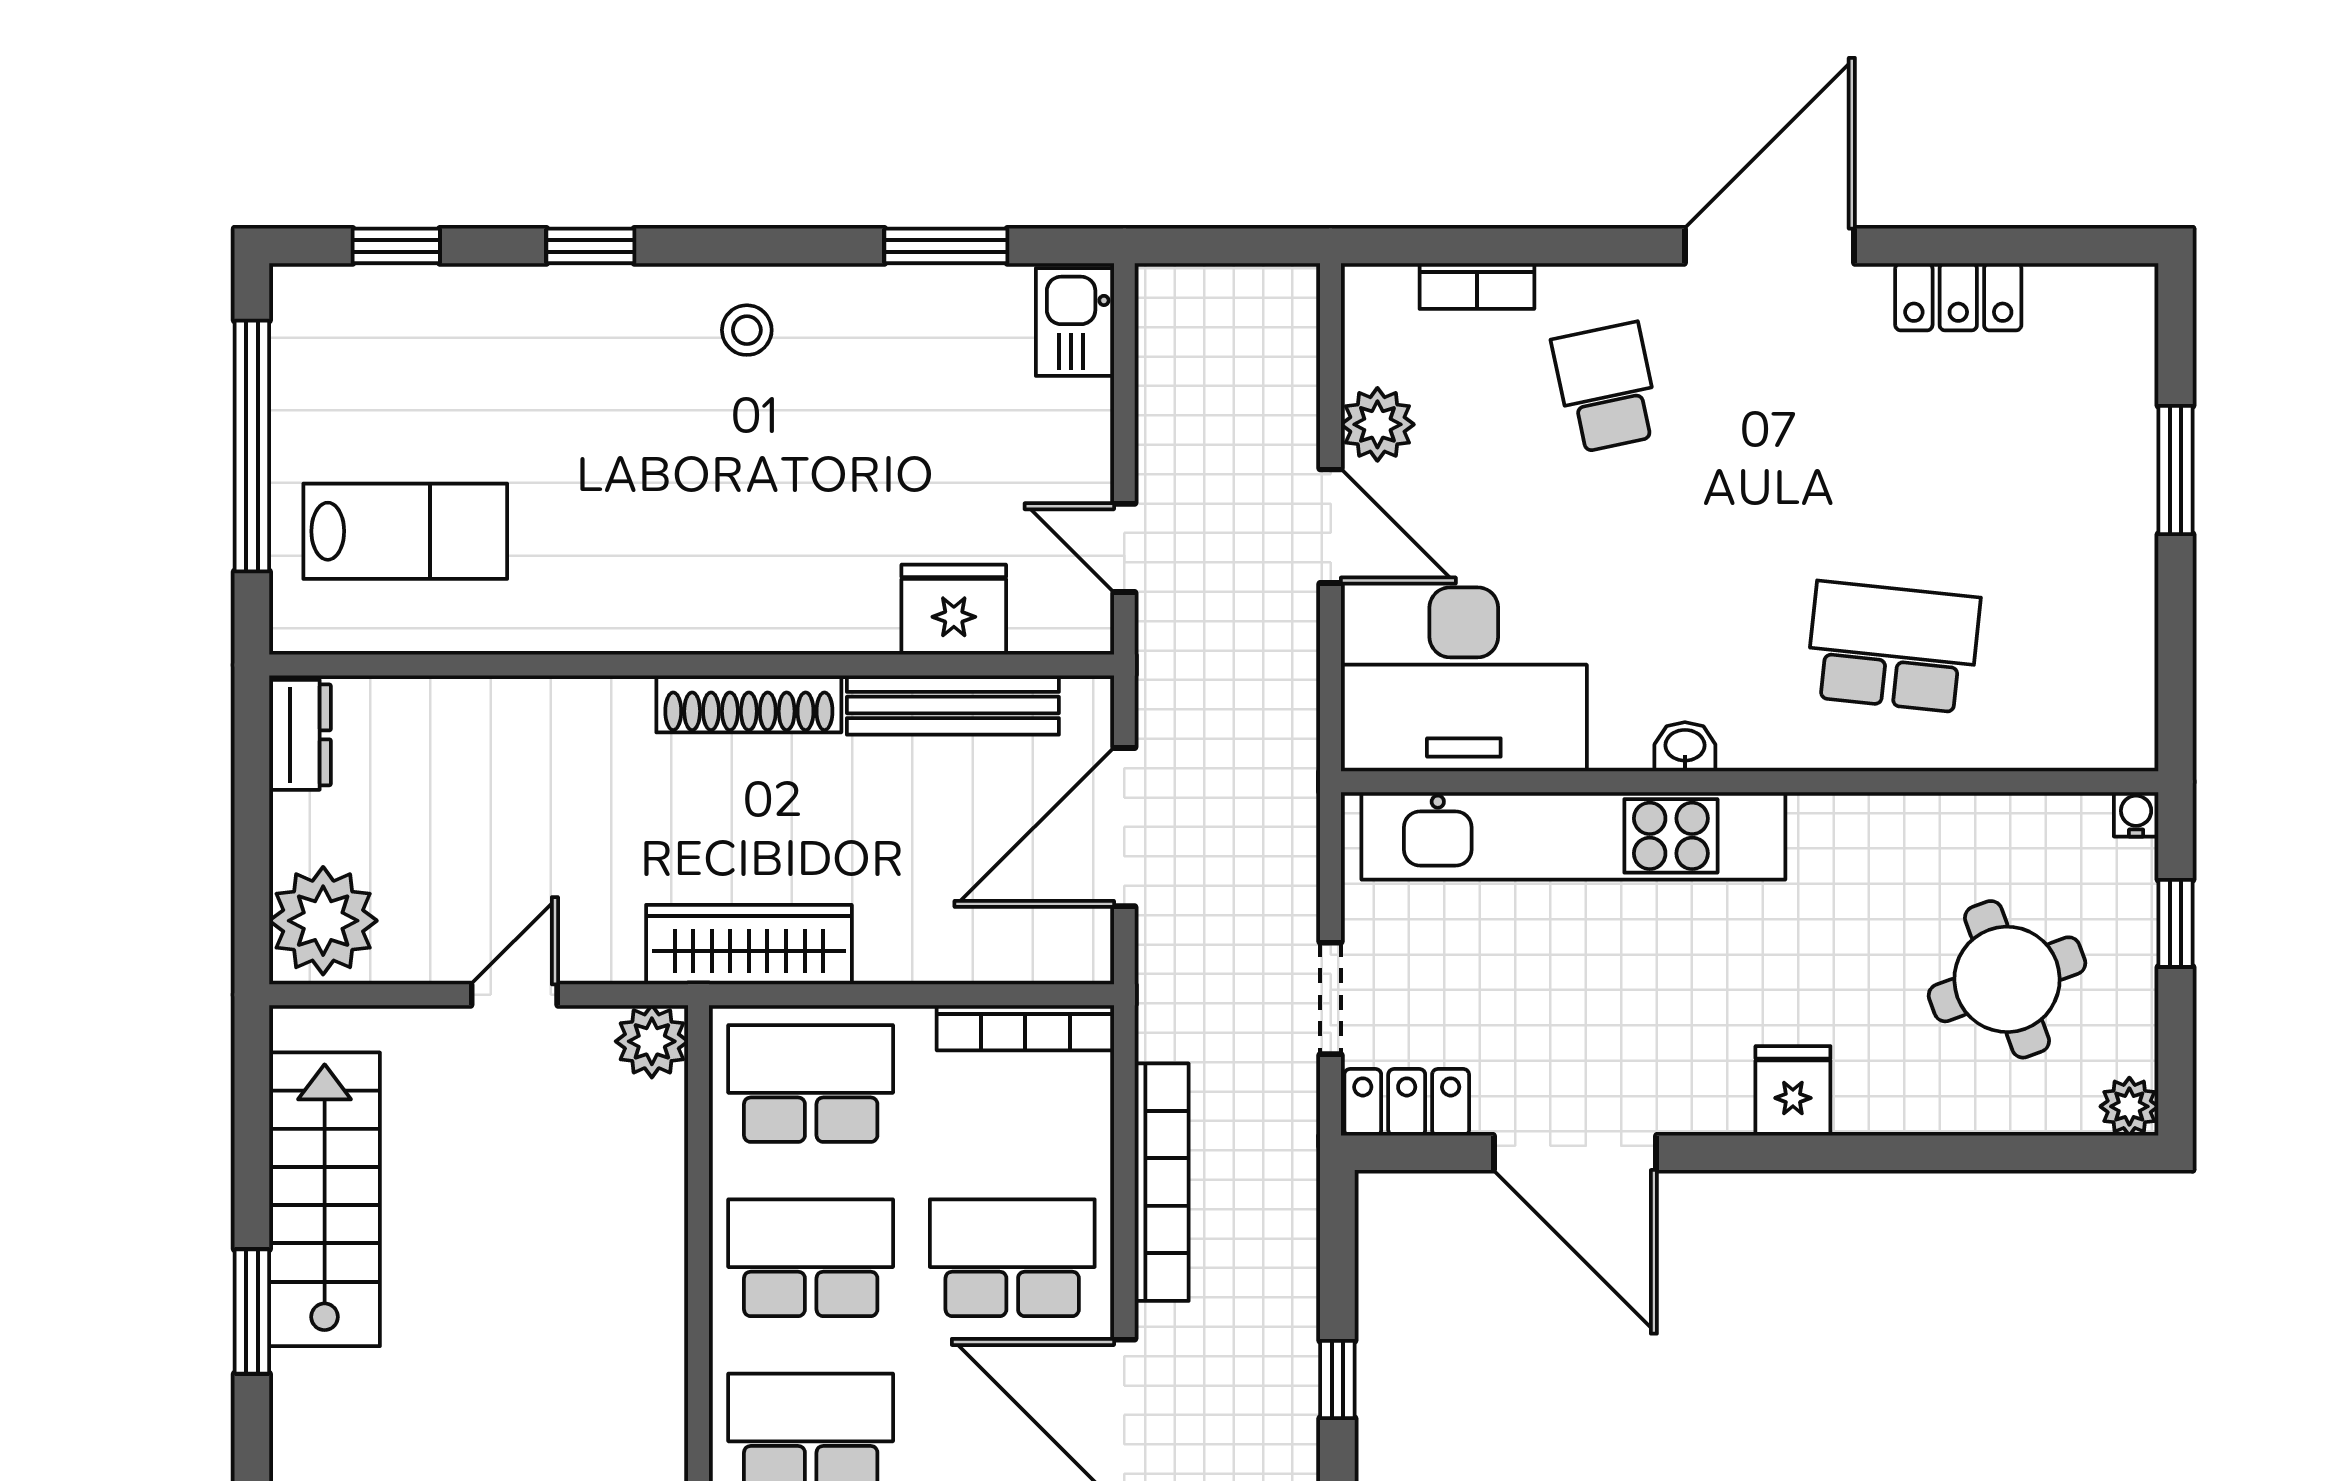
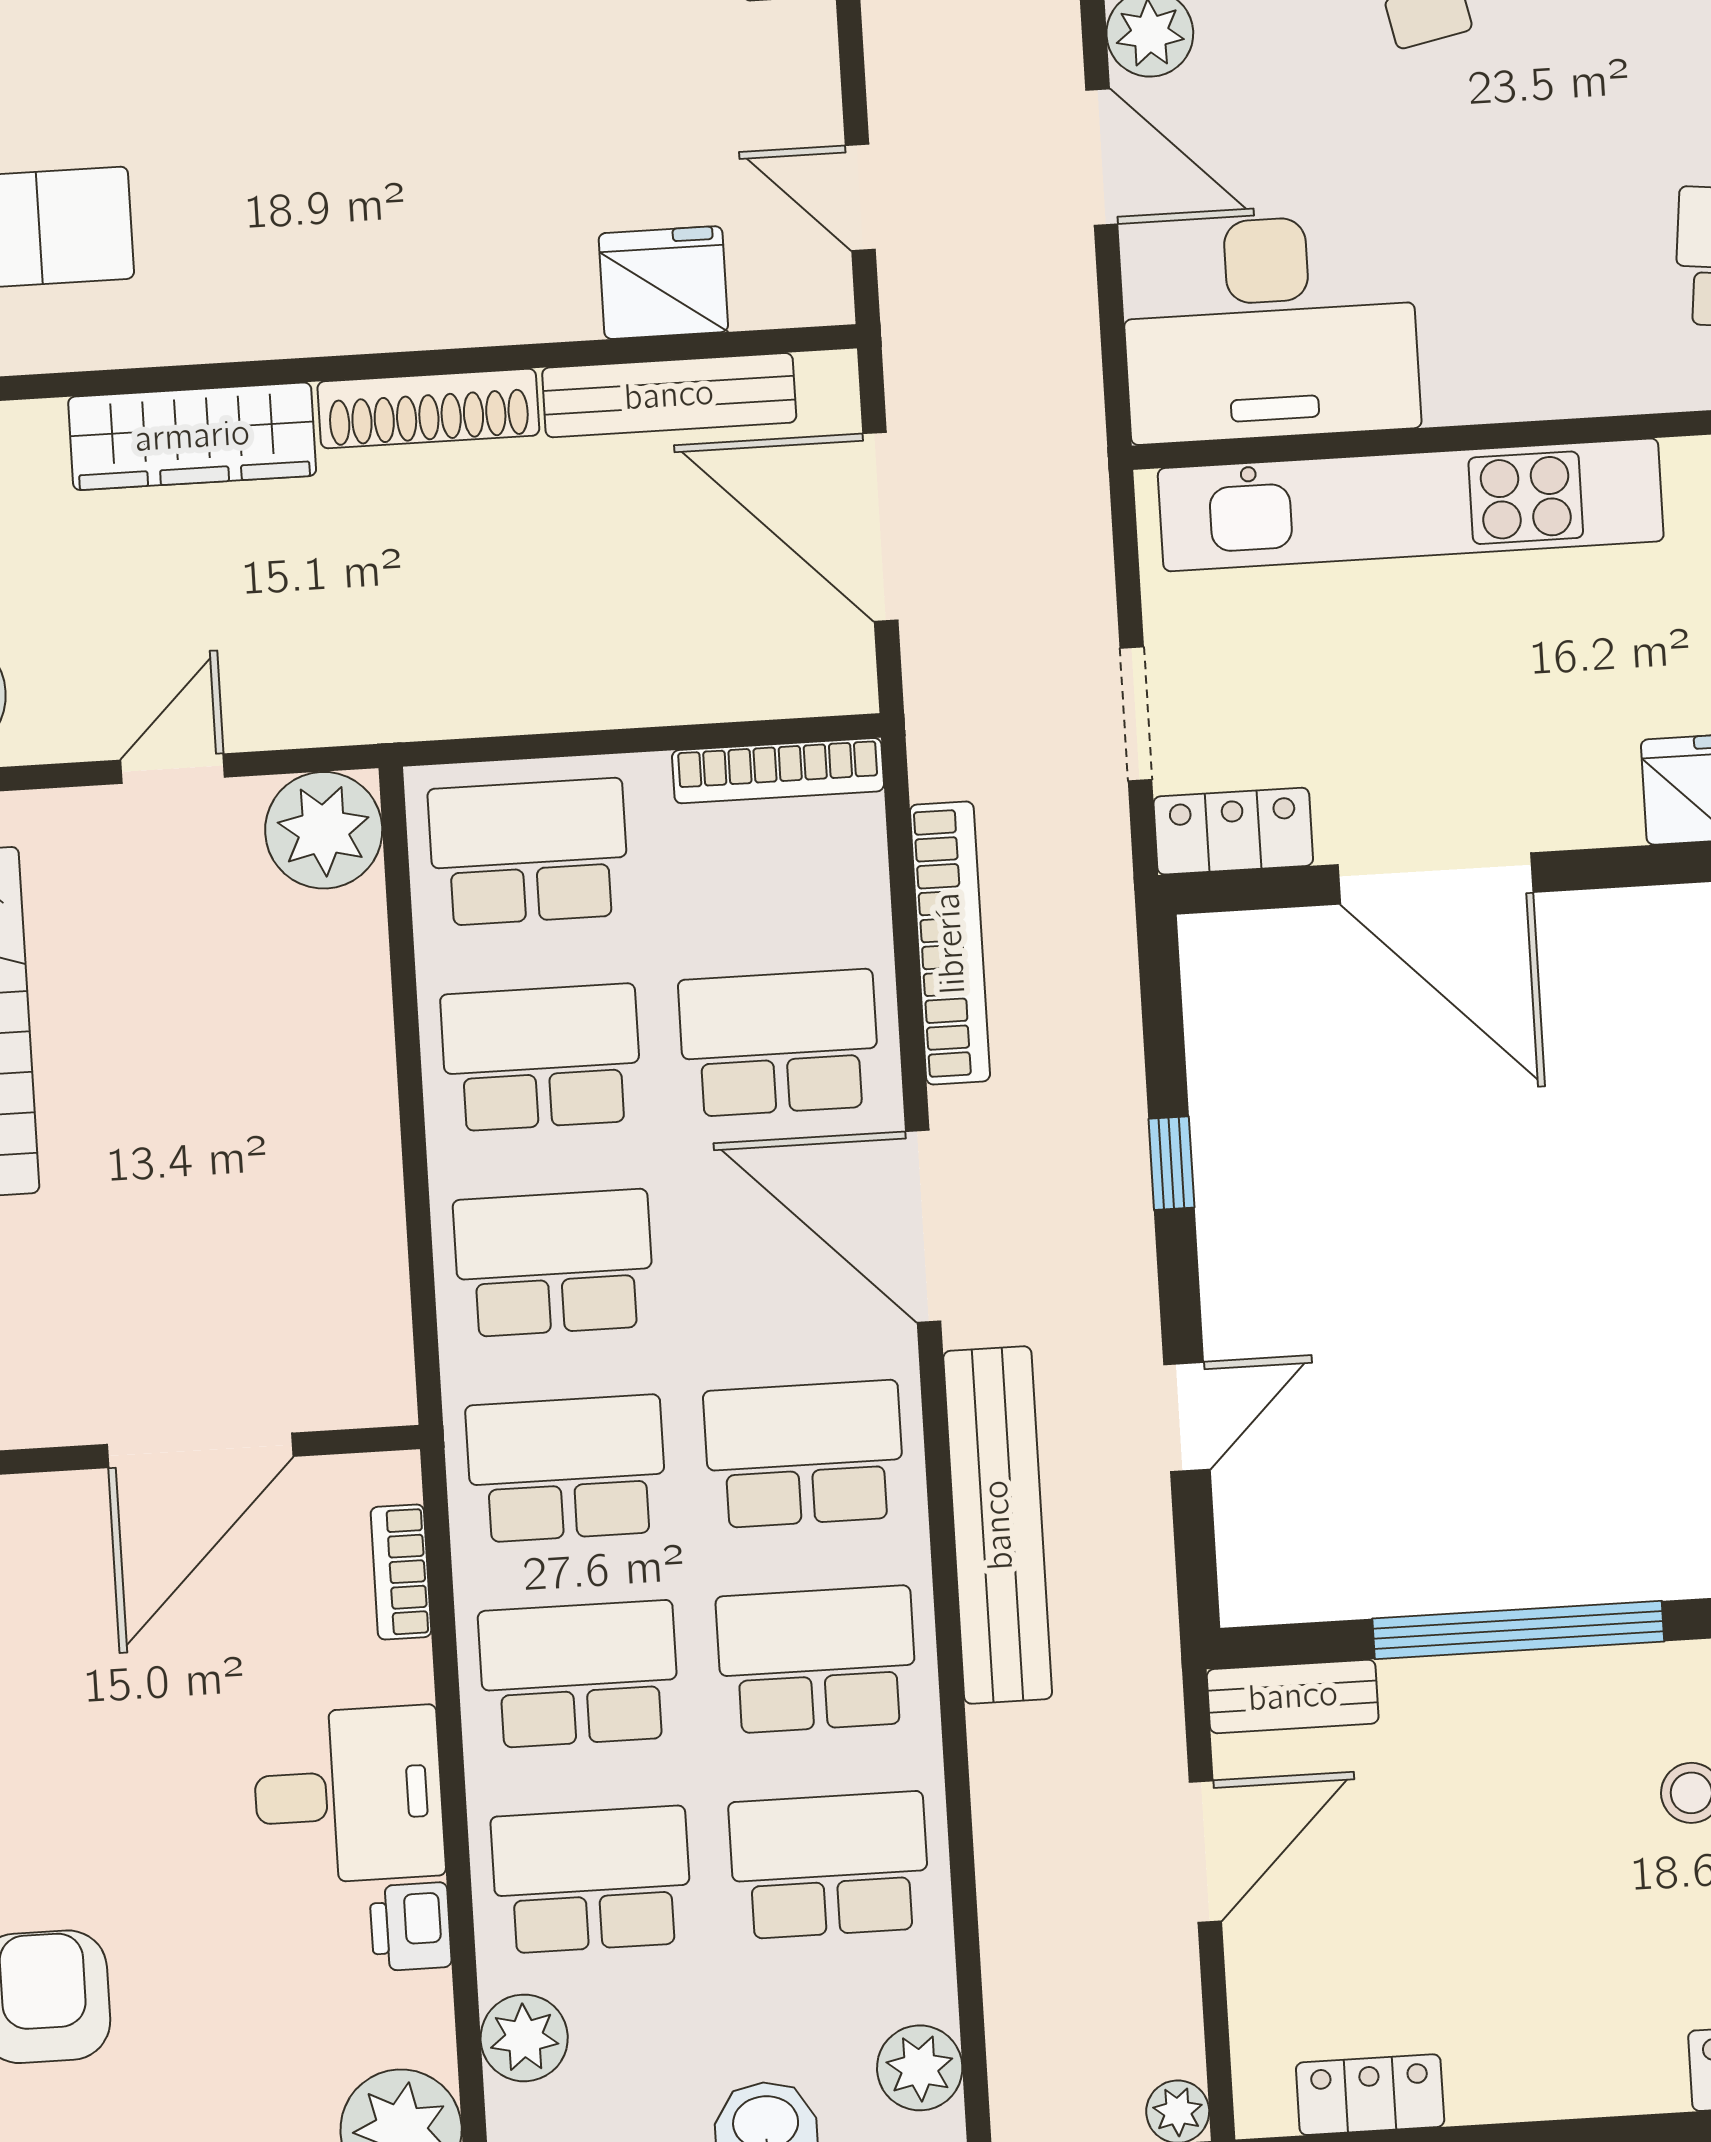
washbasin: (1685, 747) -> (1536, 392), removed
door: (1124, 827) -> (880, 527), hinge flipped
wardrobe: (749, 945) -> (192, 436), moved, turned 180
plant: (652, 1041) -> (324, 830), width x1.36, depth x1.36

